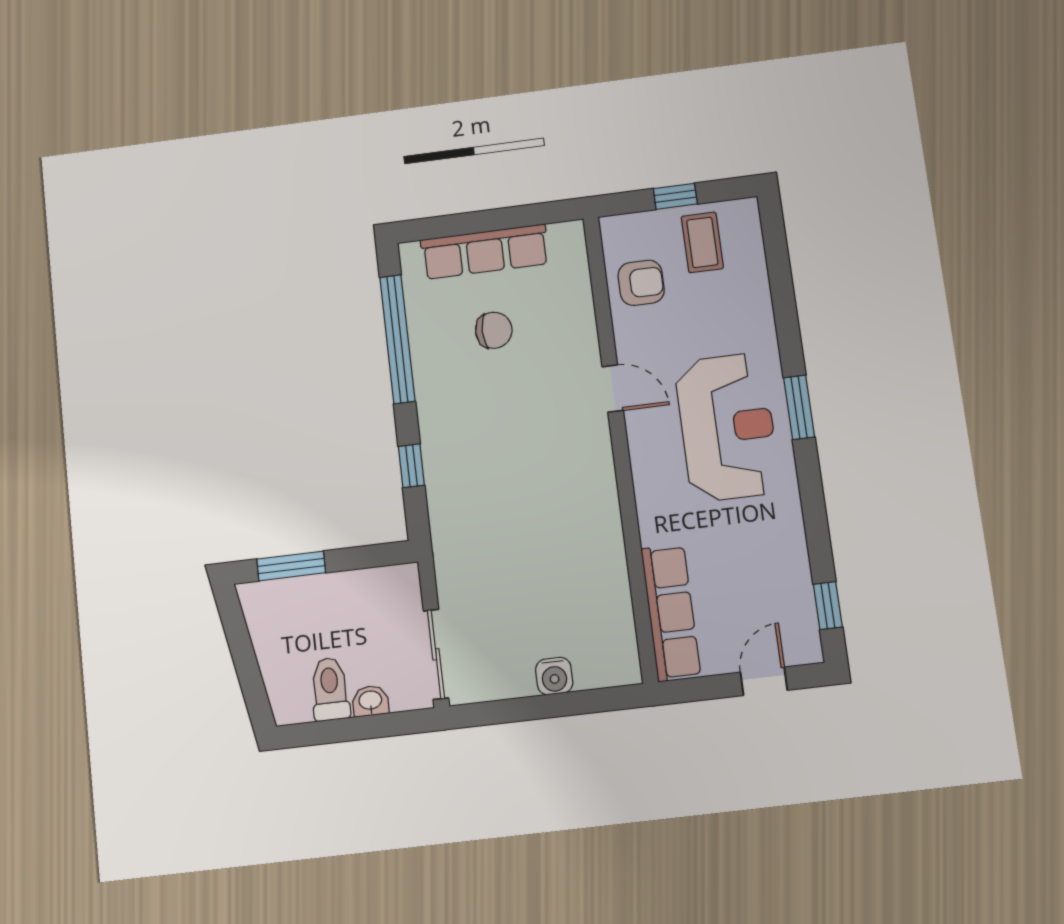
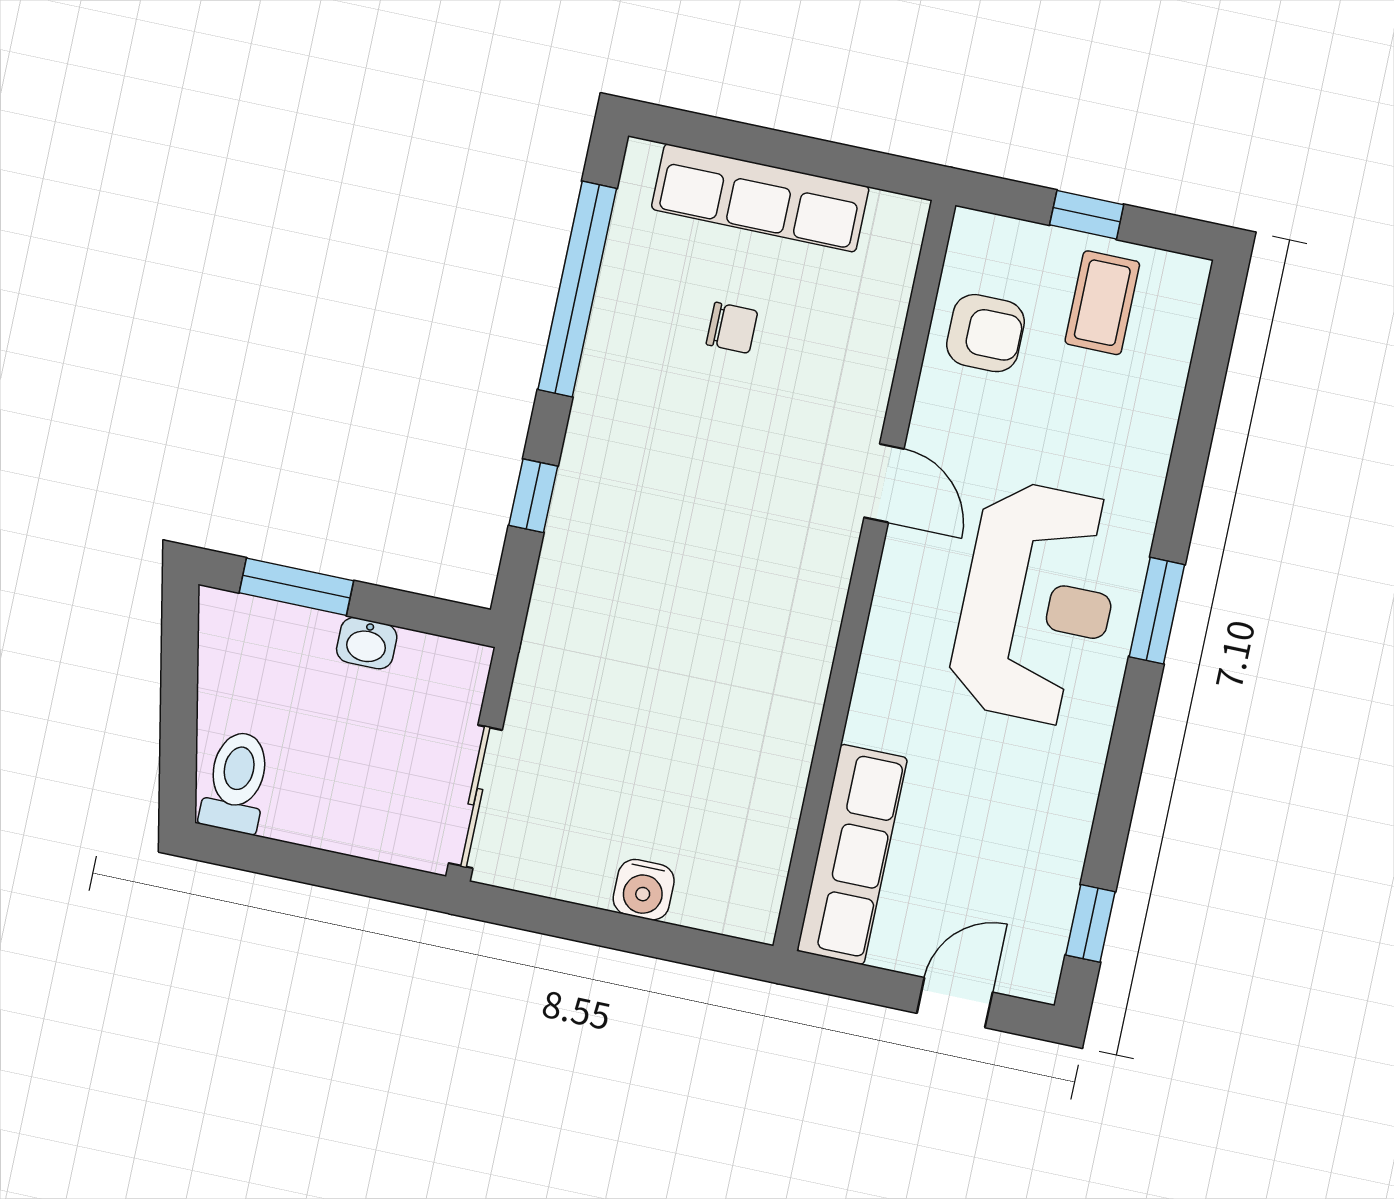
chair: (494, 330) -> (732, 328), width x0.73, depth x0.73
toilet: (330, 689) -> (236, 782), moved
washbasin: (370, 701) -> (367, 643), moved, turned 180

